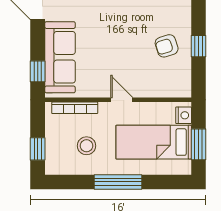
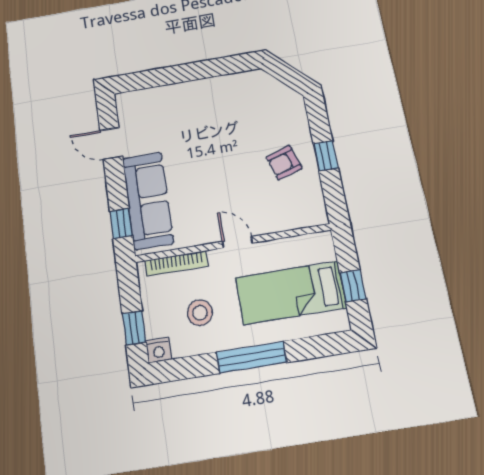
nightstand: (184, 115) -> (159, 350), moved, turned 90
window: (198, 144) -> (353, 286), width x0.67

